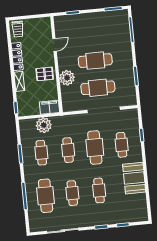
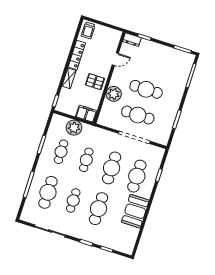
dresser: (62, 20) -> (132, 40), added
cafe table: (122, 145) -> (137, 176), width x1.37, depth x1.35
cafe table: (99, 190) -> (99, 209), width x1.37, depth x1.35

